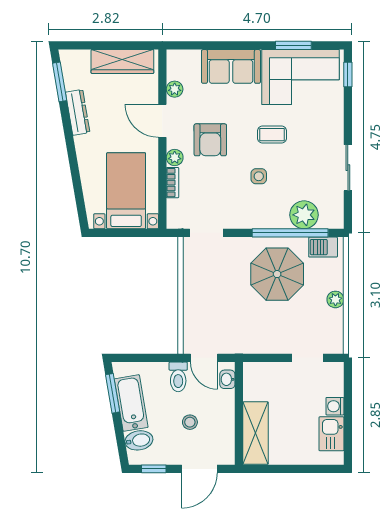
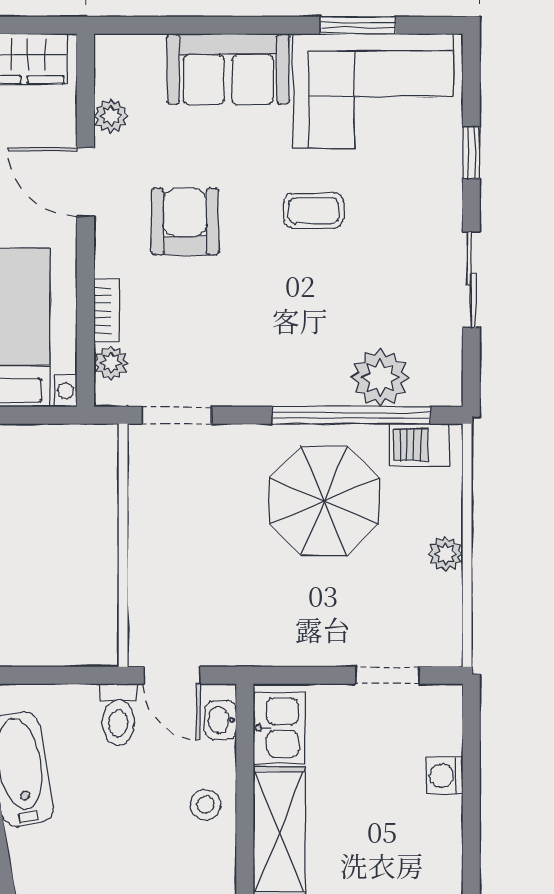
window: (348, 75) -> (471, 153), moved
armchair: (210, 140) -> (185, 222), turned 180
plant: (175, 157) -> (111, 363), moved
side table: (259, 176) -> (286, 297), removed
stool: (190, 422) -> (206, 805), moved
kitchen sink: (331, 434) -> (279, 728), moved, turned 180
bidet: (139, 440) -> (37, 847), removed

